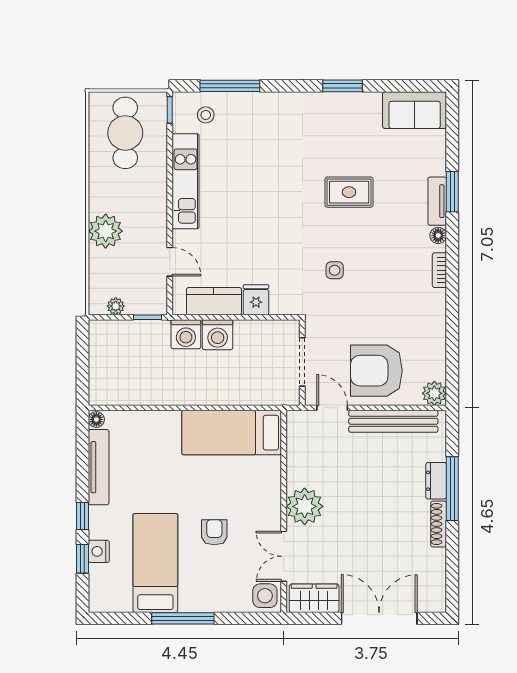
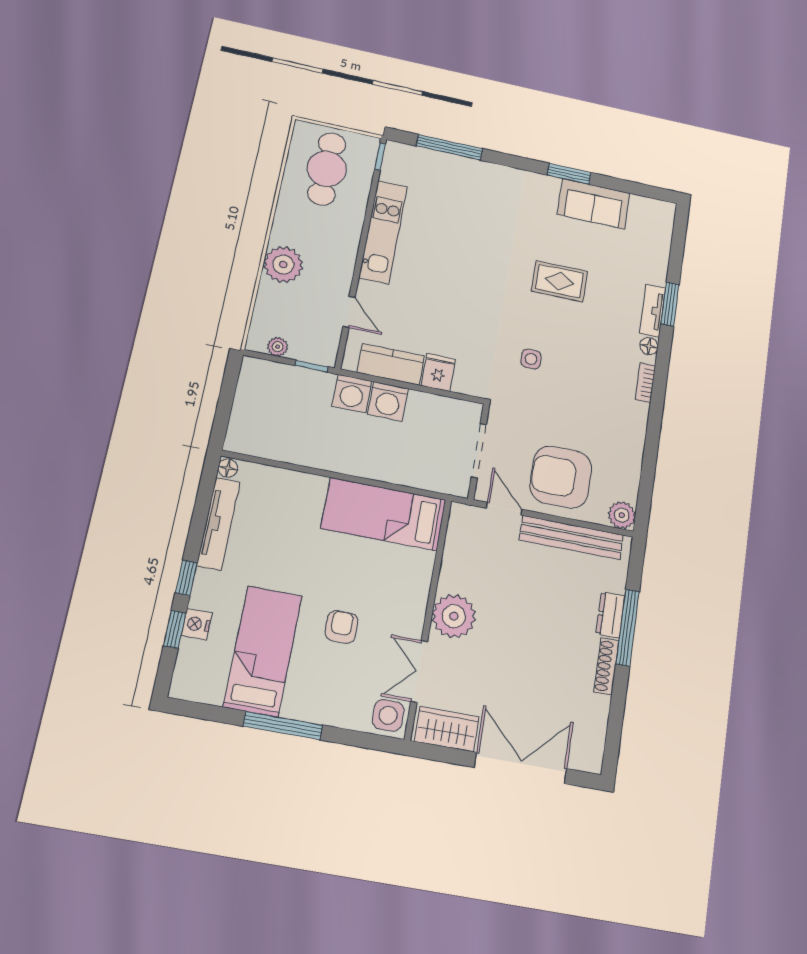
sofa: (415, 110) -> (594, 204), moved
stool: (206, 115) -> (418, 170), removed

